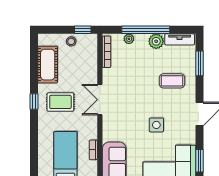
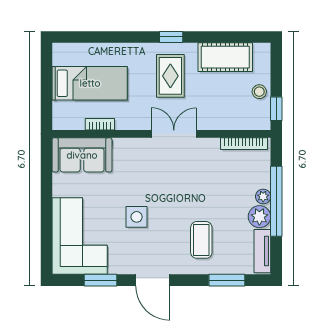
plant: (129, 39) -> (263, 196), moved
window: (199, 161) -> (100, 280), moved

